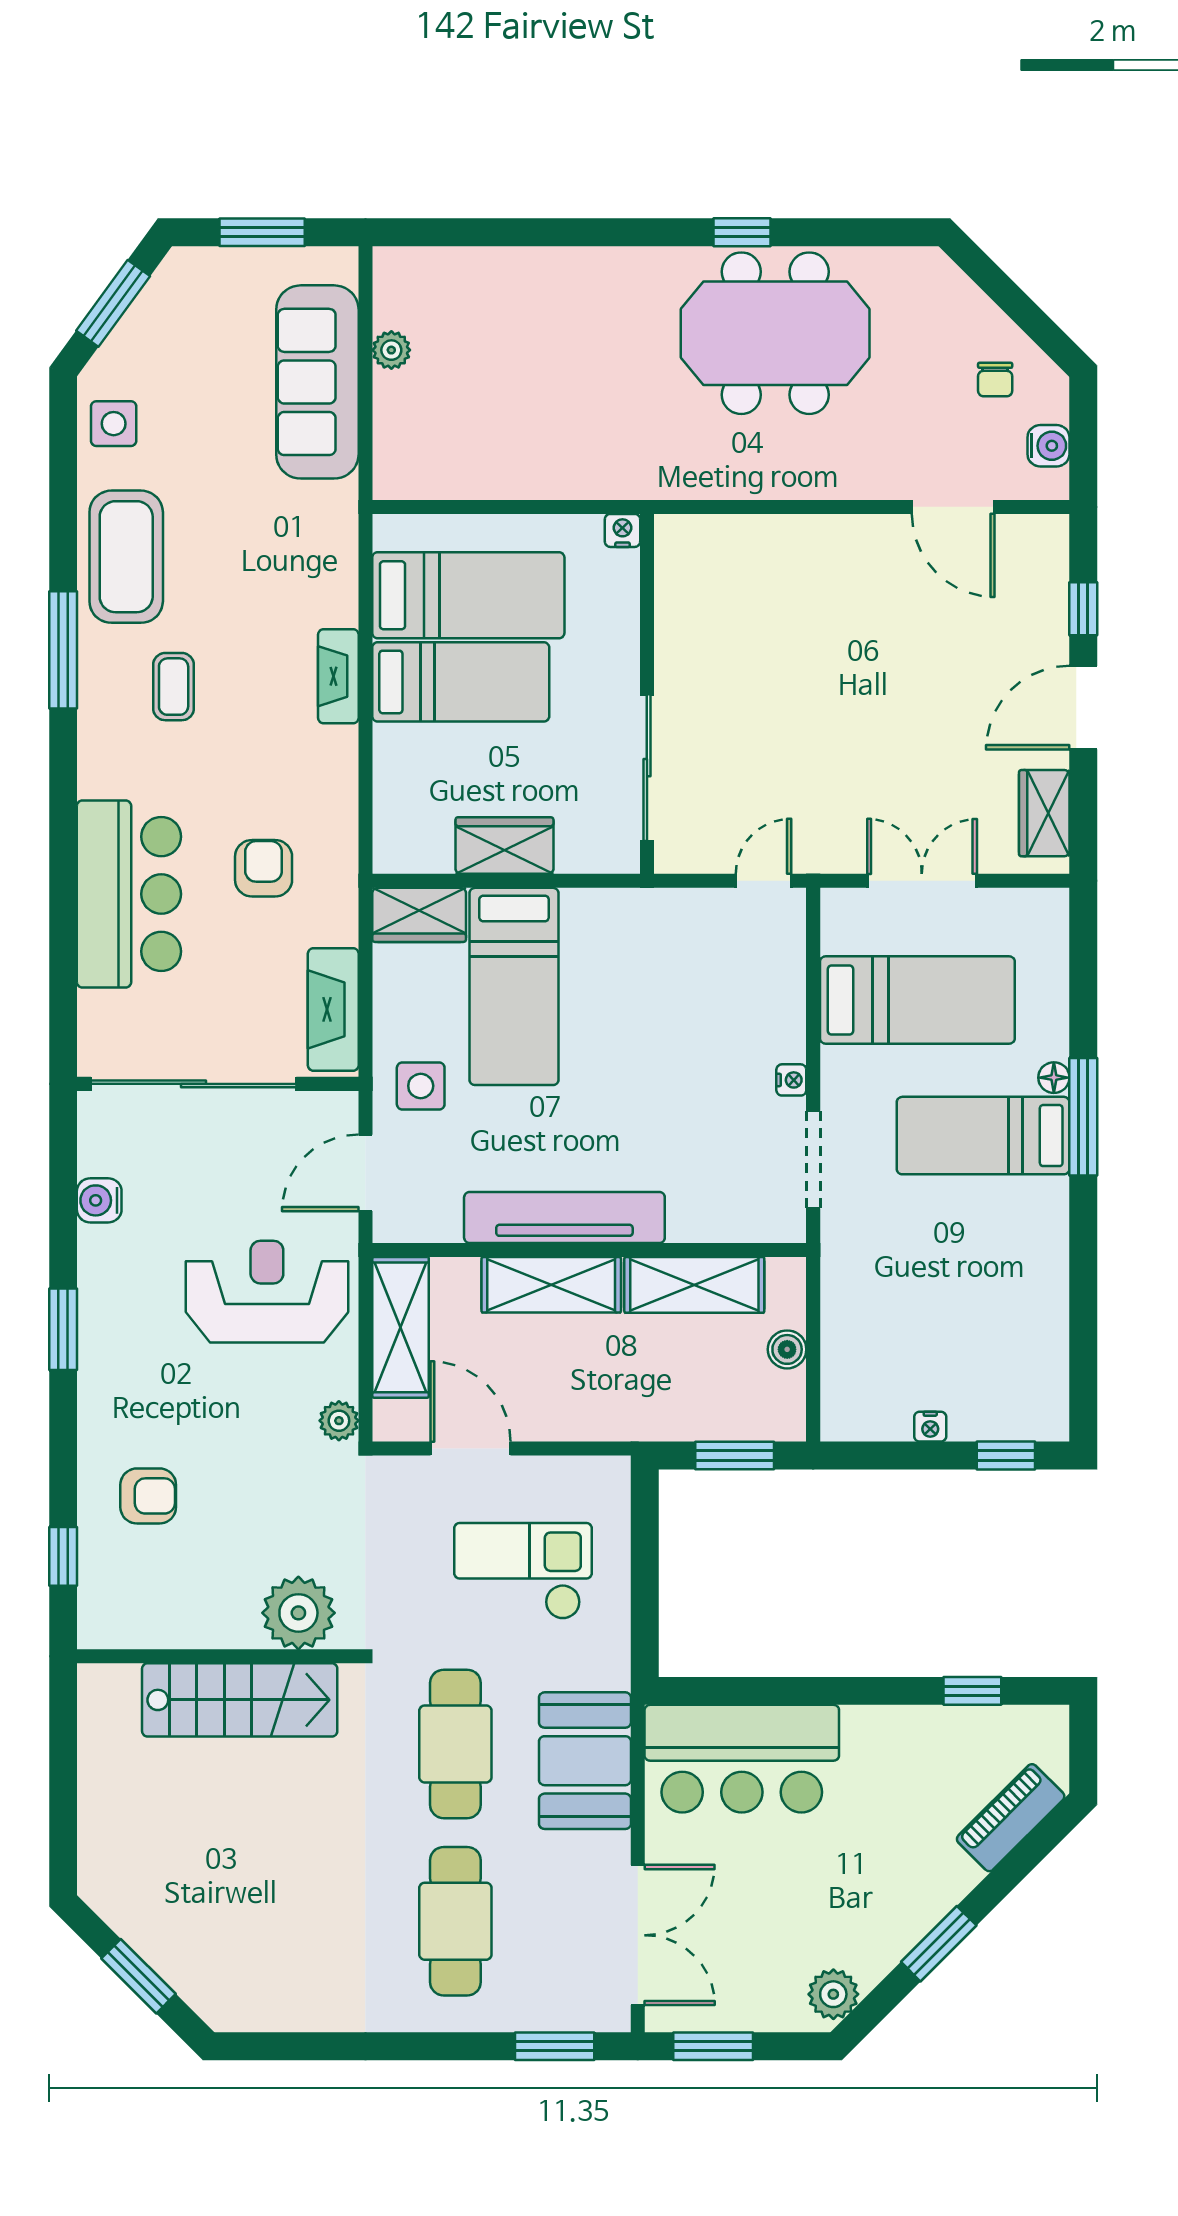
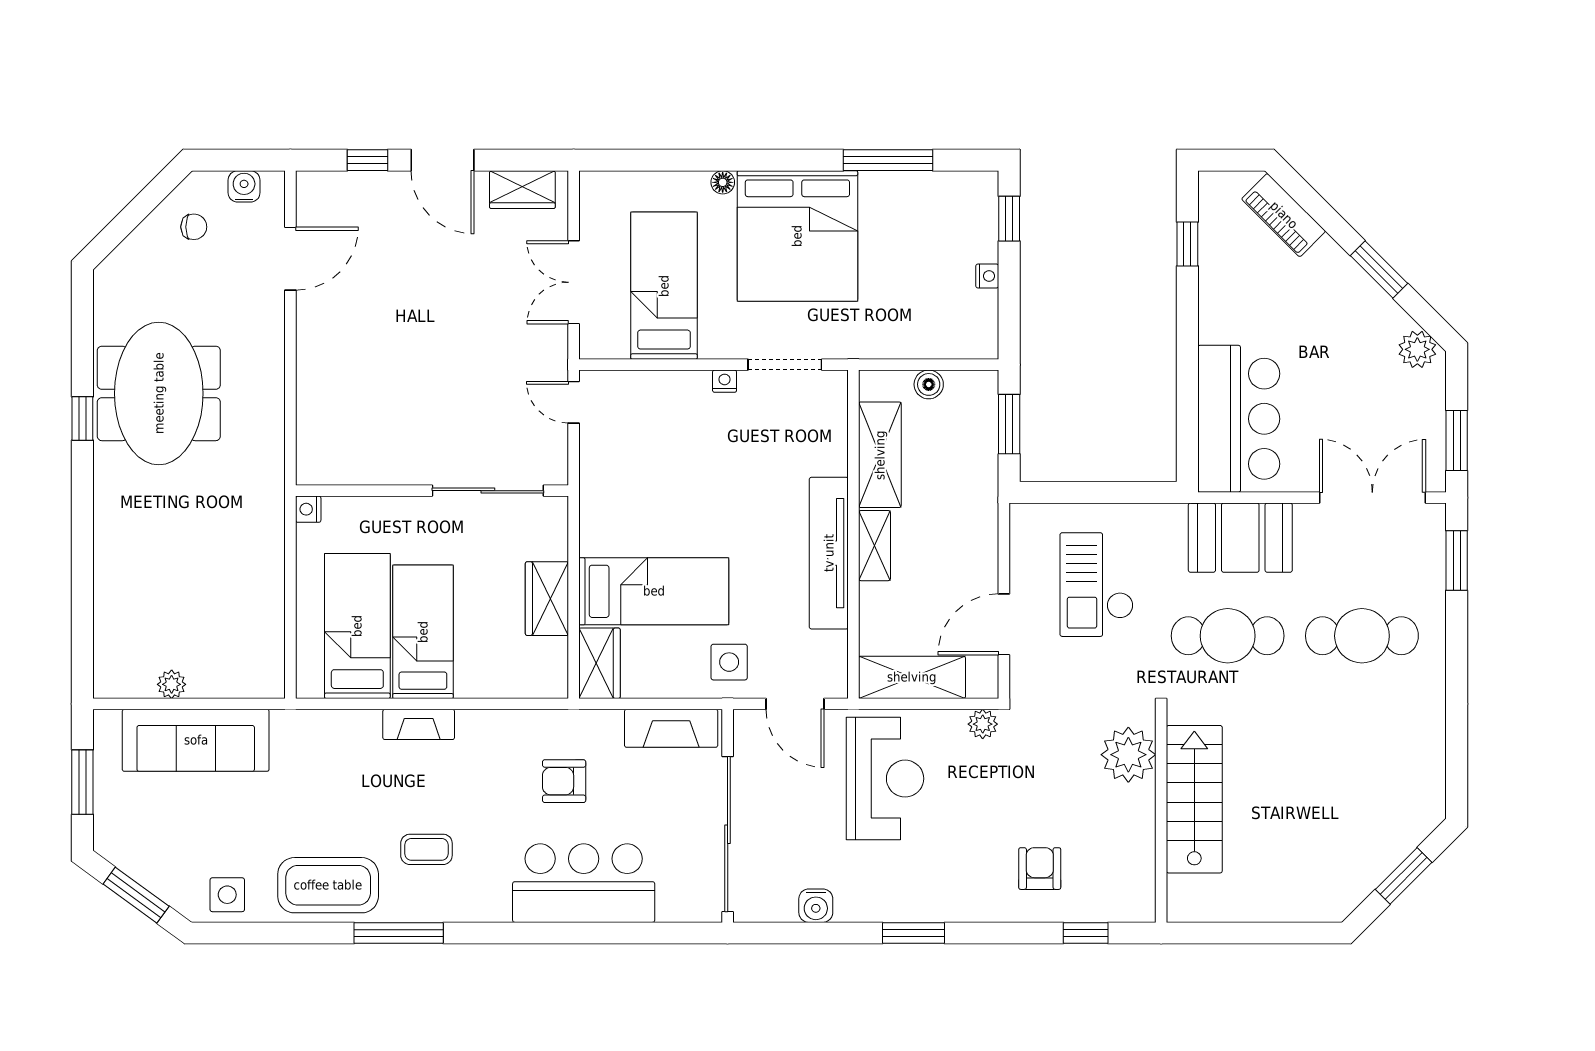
window: (1083, 1117) -> (888, 160), moved
bed: (983, 1136) -> (797, 236), width x2.04
shelving: (551, 1285) -> (875, 546), width x0.67, depth x0.75
reception desk: (267, 1292) -> (885, 779), turned 180

